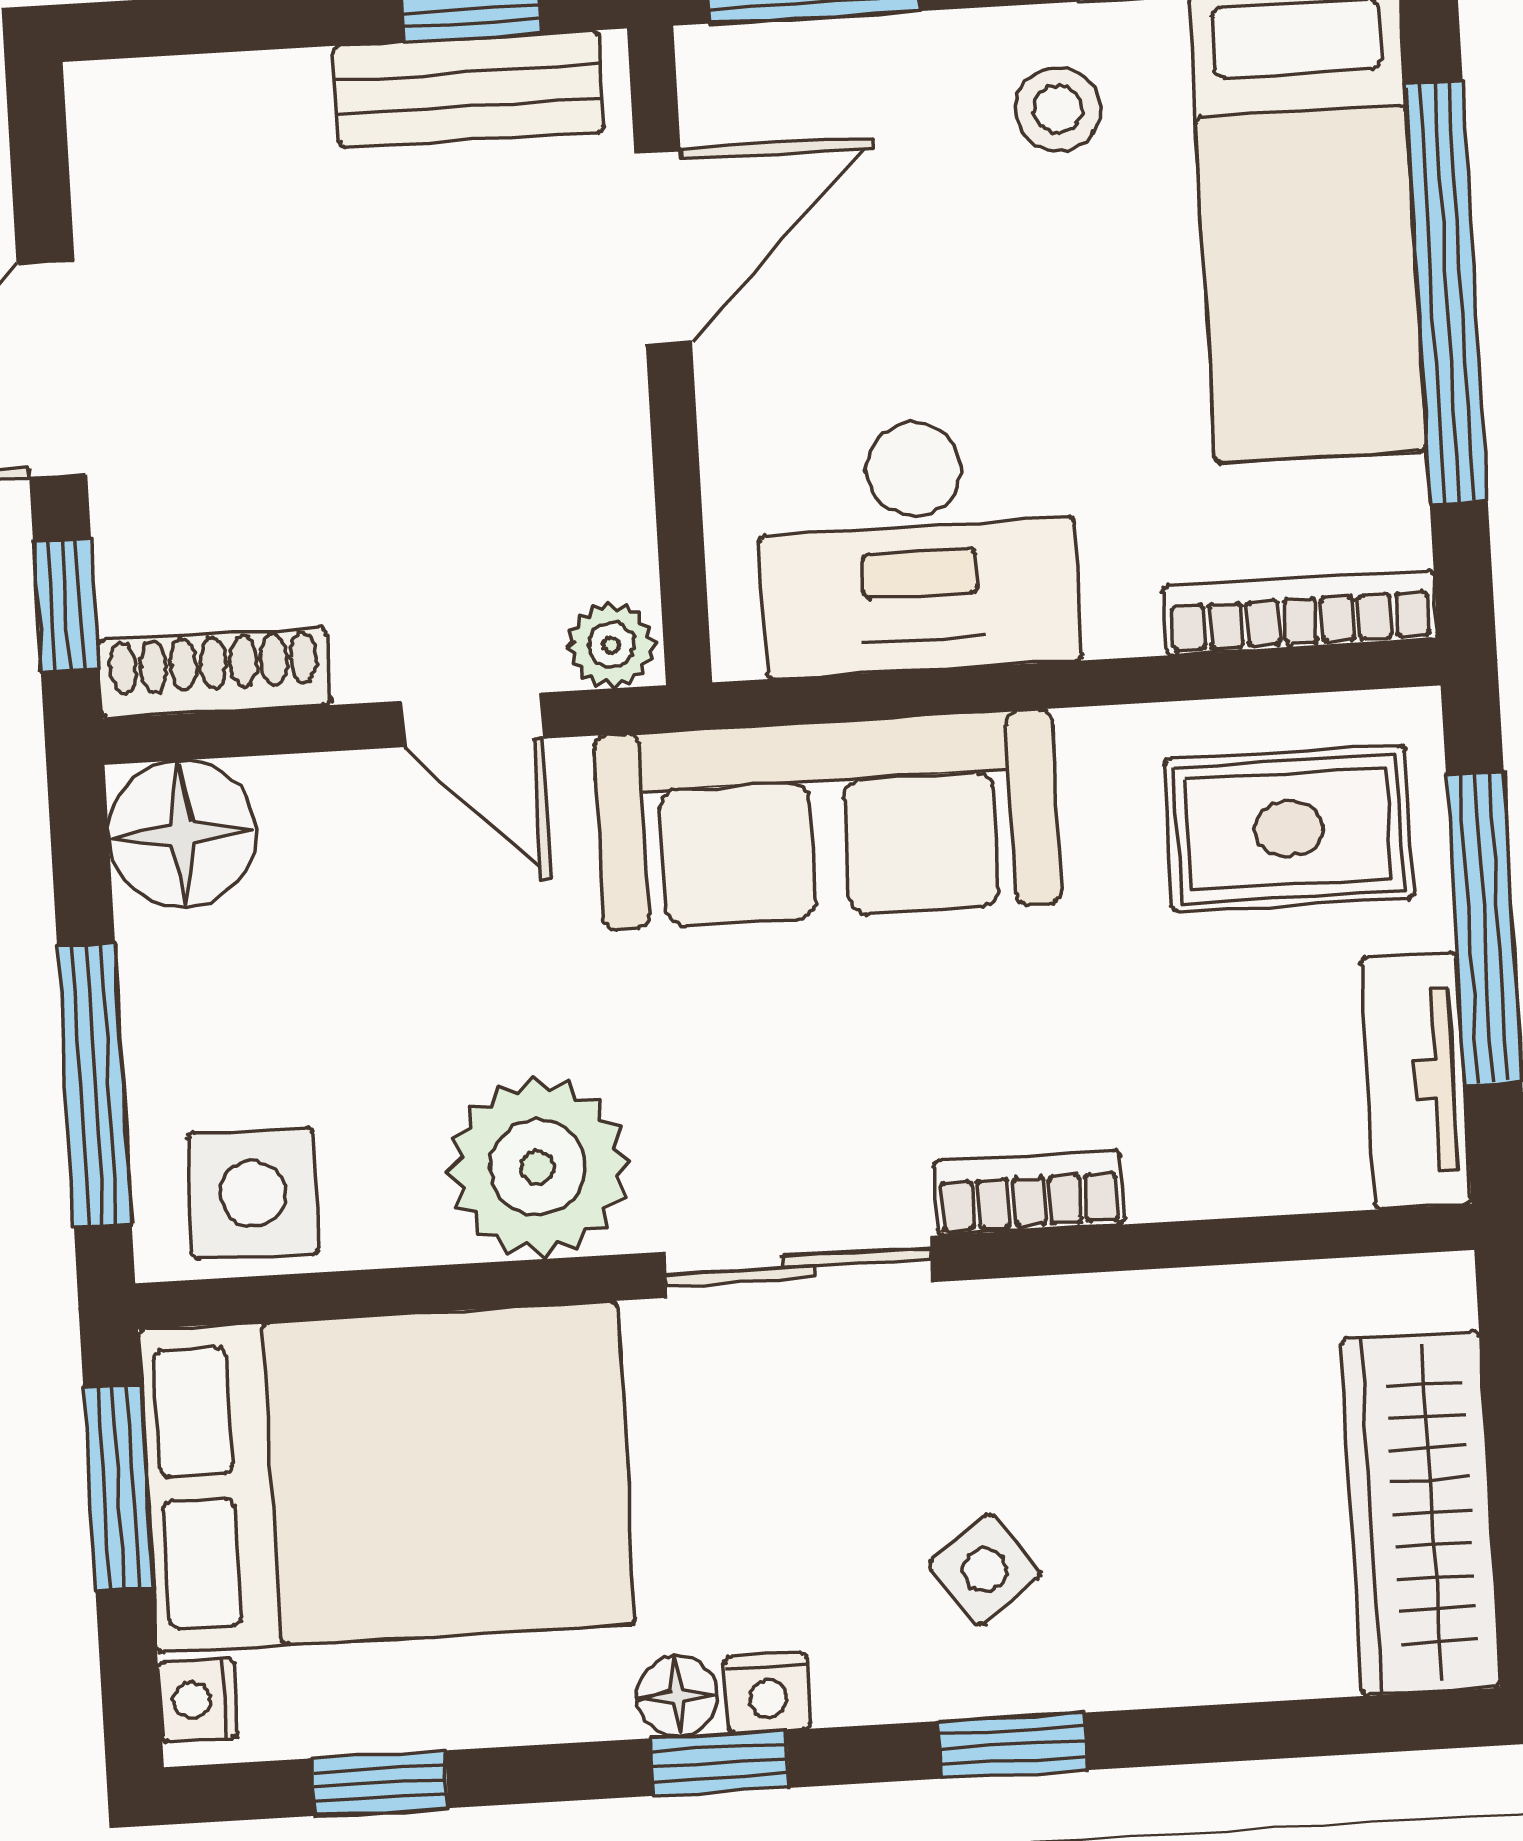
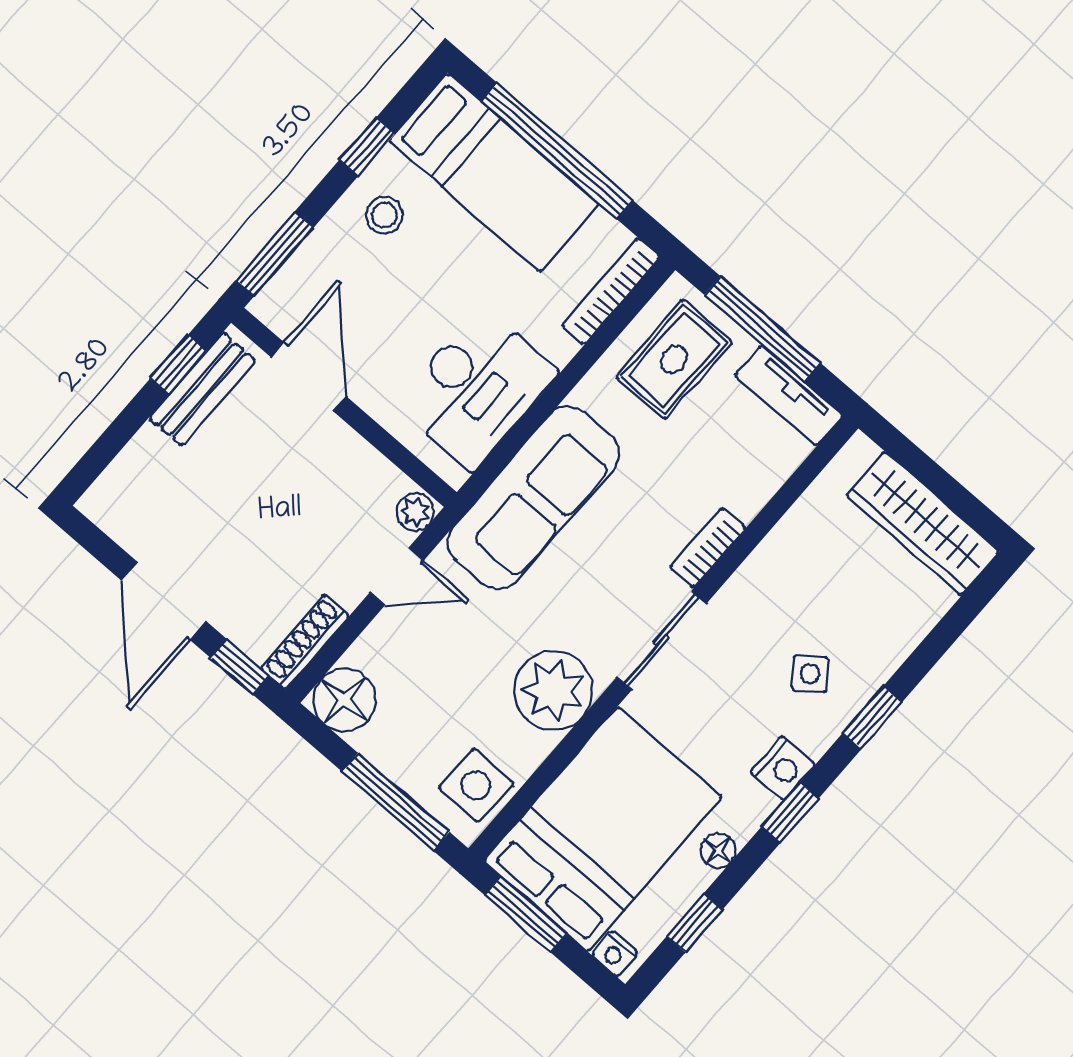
nightstand: (768, 1693) -> (783, 768), width x1.39, depth x1.35
floor lamp: (677, 1696) -> (718, 851), moved

